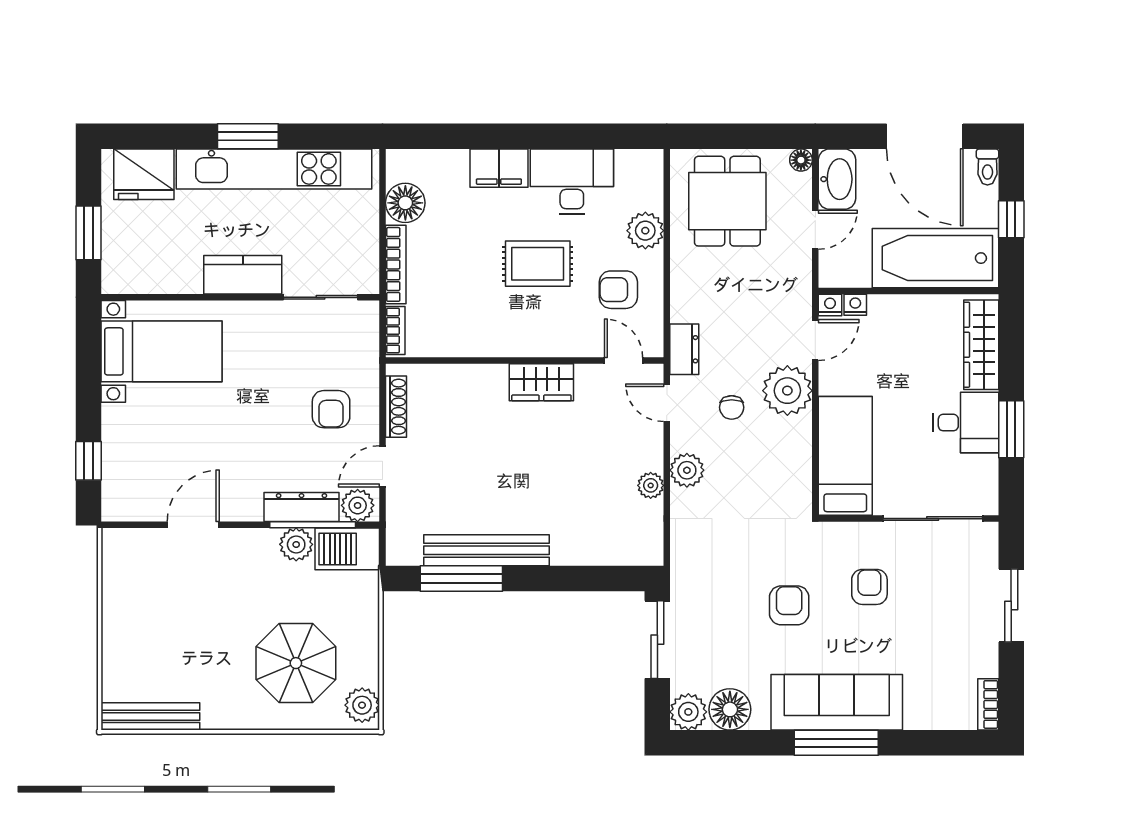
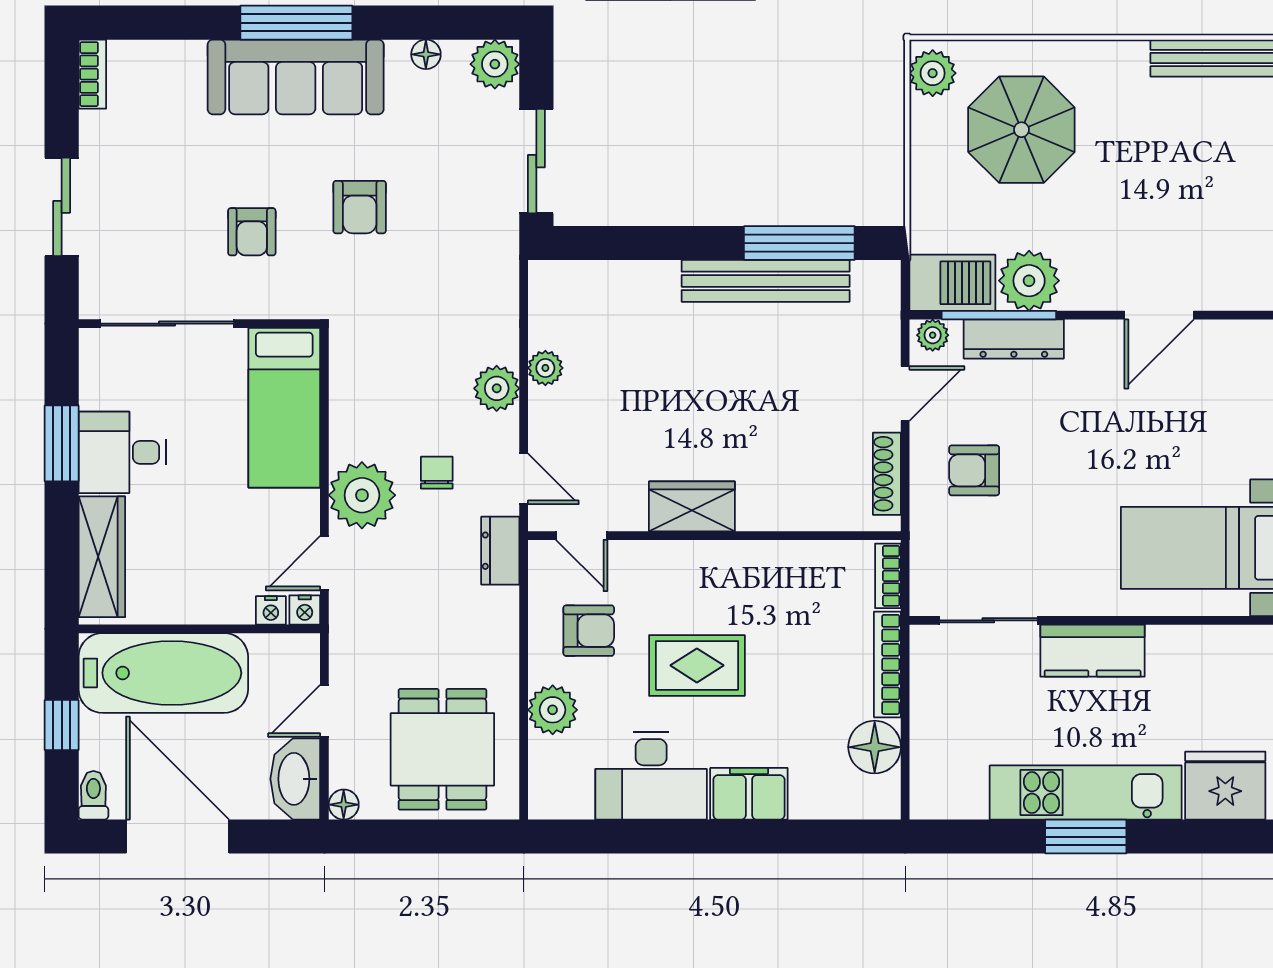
kitchen unit: (274, 169) -> (1086, 793), width x0.73
armchair: (331, 409) -> (974, 470), turned -90
plant: (358, 505) -> (933, 335), width x0.73, depth x0.73
plant: (296, 544) -> (1029, 281), width x1.36, depth x1.36
floor lamp: (730, 709) -> (426, 54), width x0.53, depth x0.53

